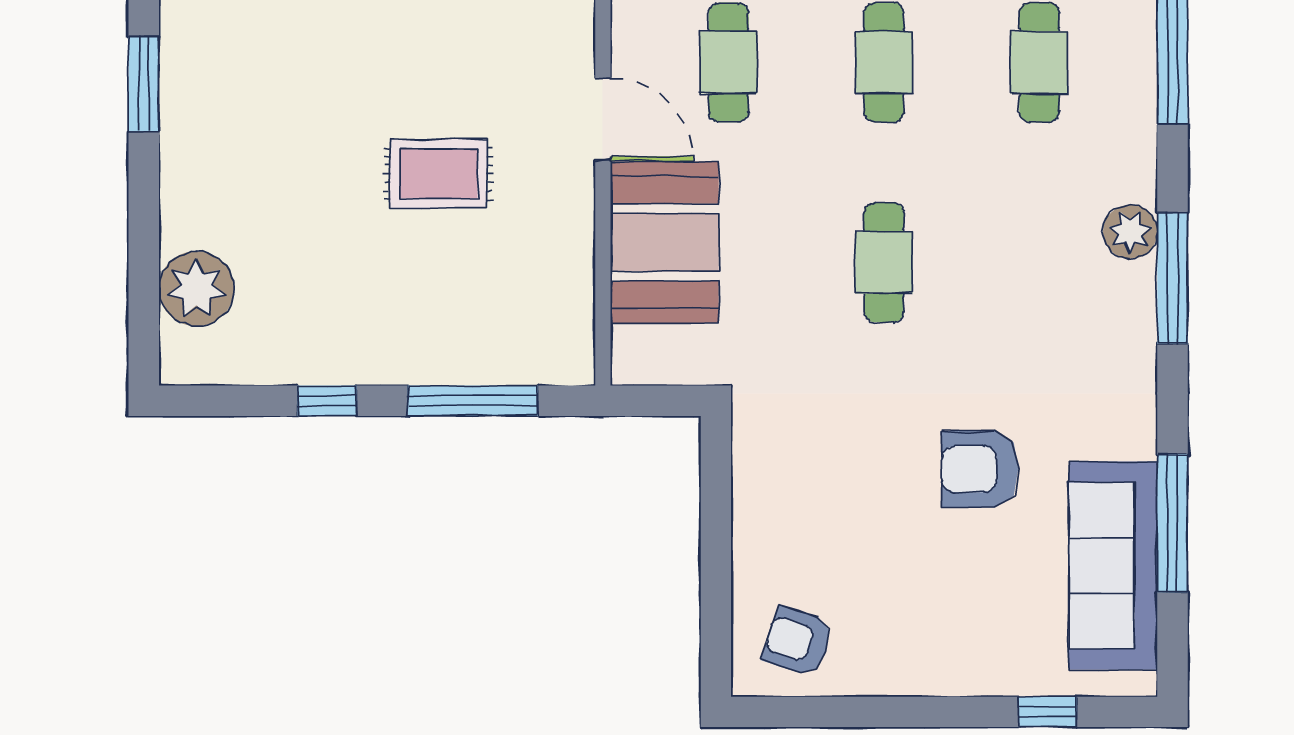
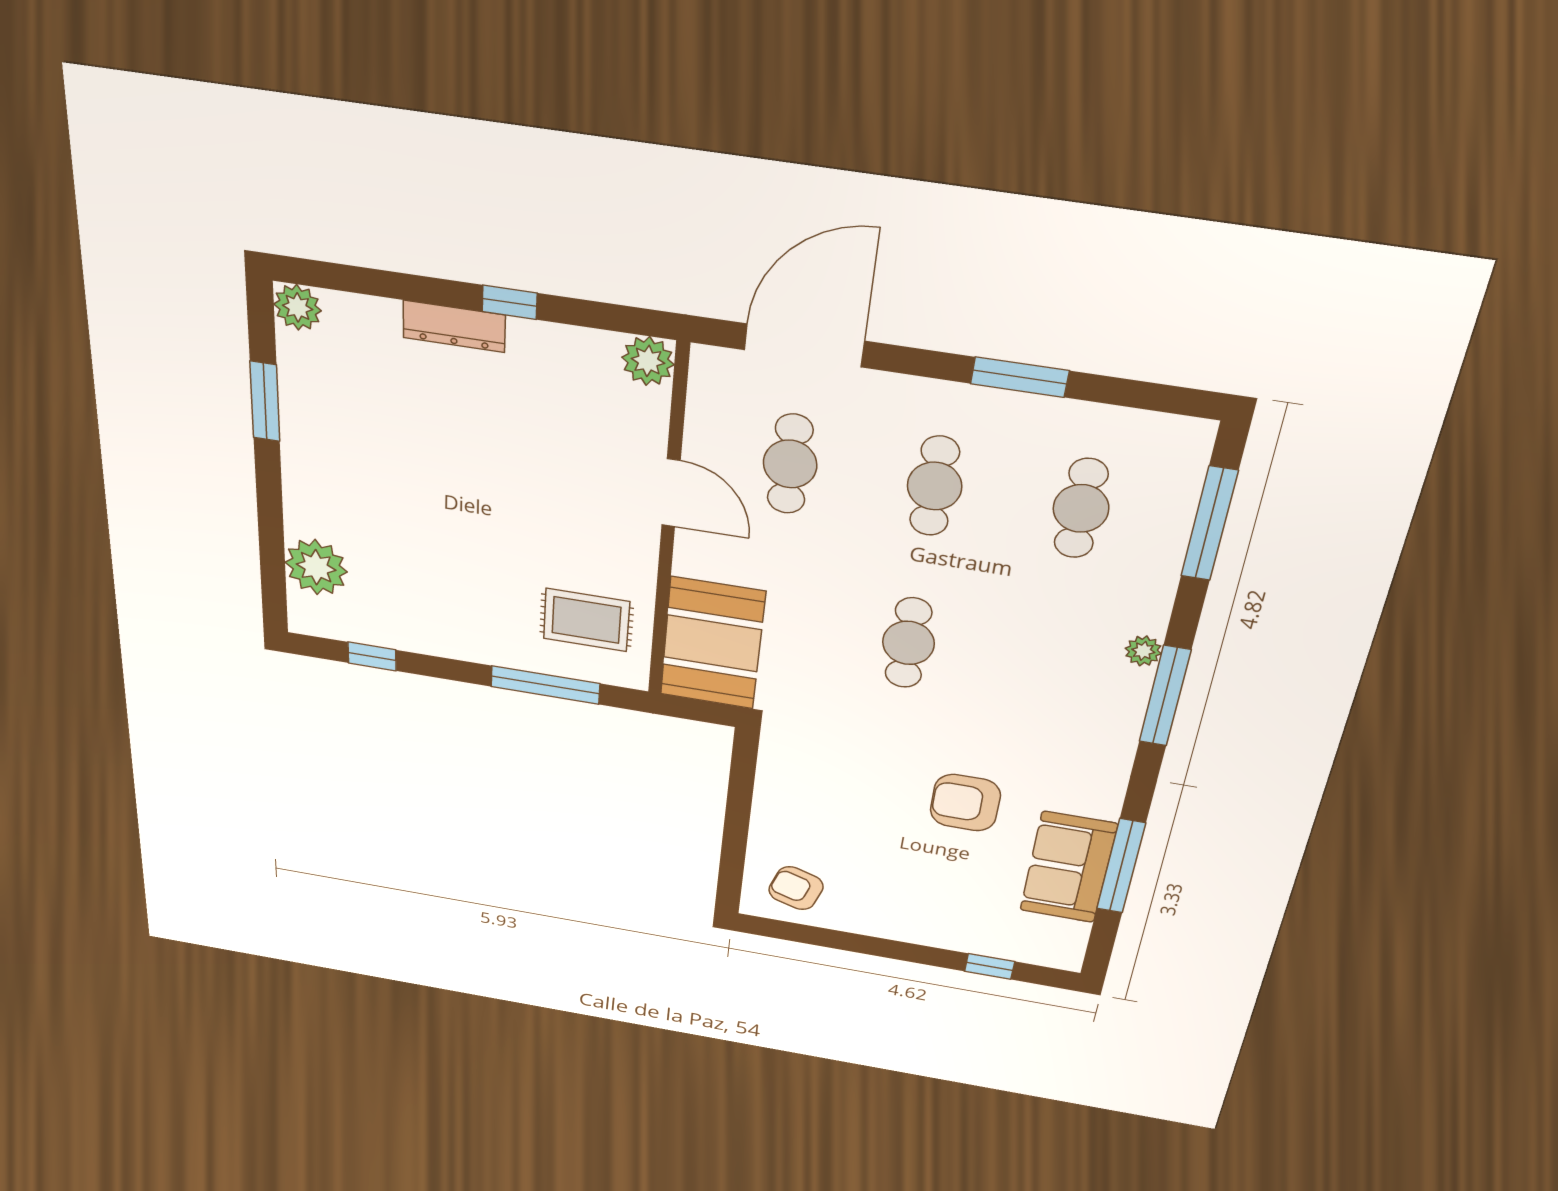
rug: (439, 174) -> (586, 620), moved
plant: (1130, 232) -> (1143, 651), width x0.73, depth x0.73
booth: (665, 242) -> (712, 643), moved
window: (327, 401) -> (372, 656), moved
sofa: (1113, 566) -> (1068, 867), width x0.73

